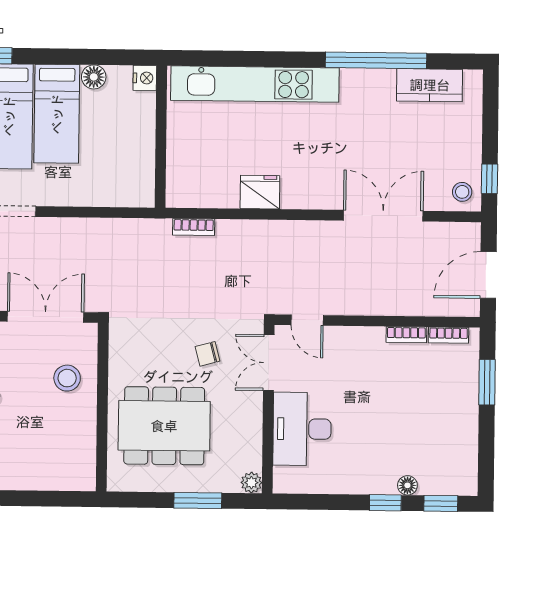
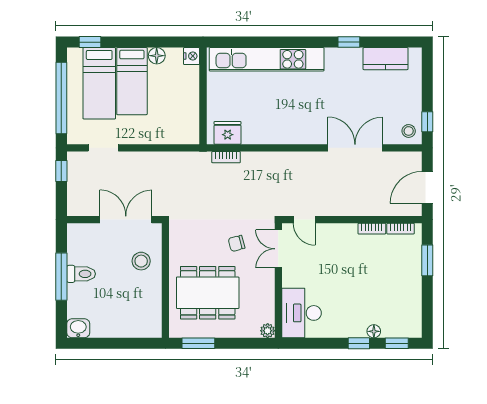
window: (376, 60) -> (349, 42), width x0.32
fridge: (260, 192) -> (228, 133), moved
desk: (302, 429) -> (302, 313), moved
window: (198, 500) -> (198, 343), moved

